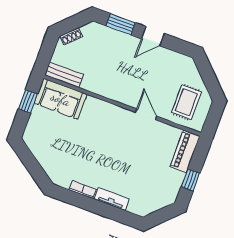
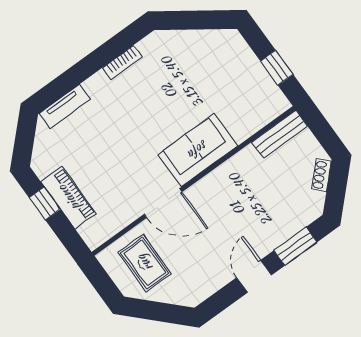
sofa: (61, 99) -> (198, 150), moved
door: (146, 114) -> (163, 203), width x1.37
piano: (185, 151) -> (69, 198), moved
tv unit: (112, 199) -> (65, 106), moved

